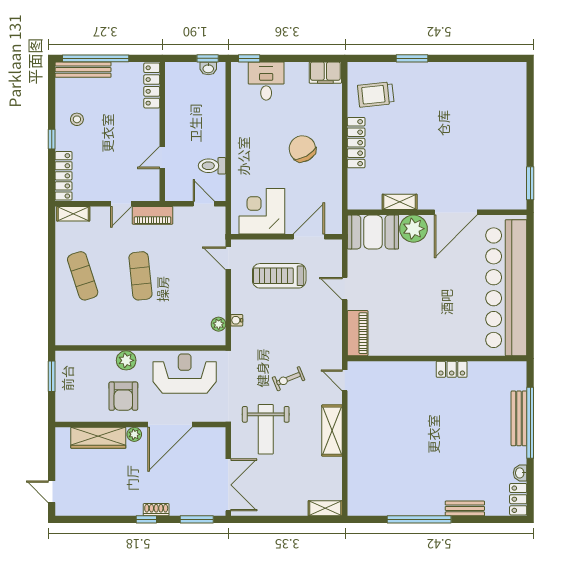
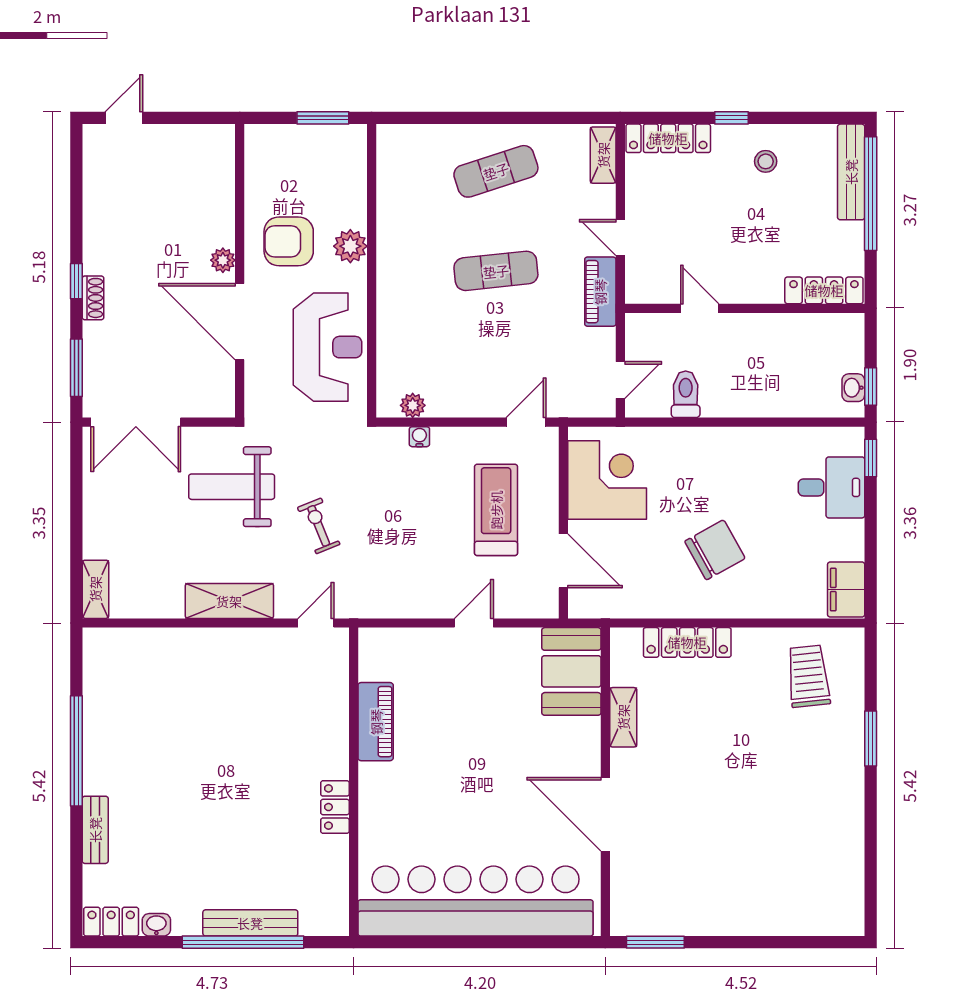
locker: (356, 143) -> (687, 642), moved
plant: (414, 229) -> (577, 741), removed
piano: (358, 333) -> (376, 722), moved, turned -90
wardrobe: (98, 438) -> (217, 198), removed

